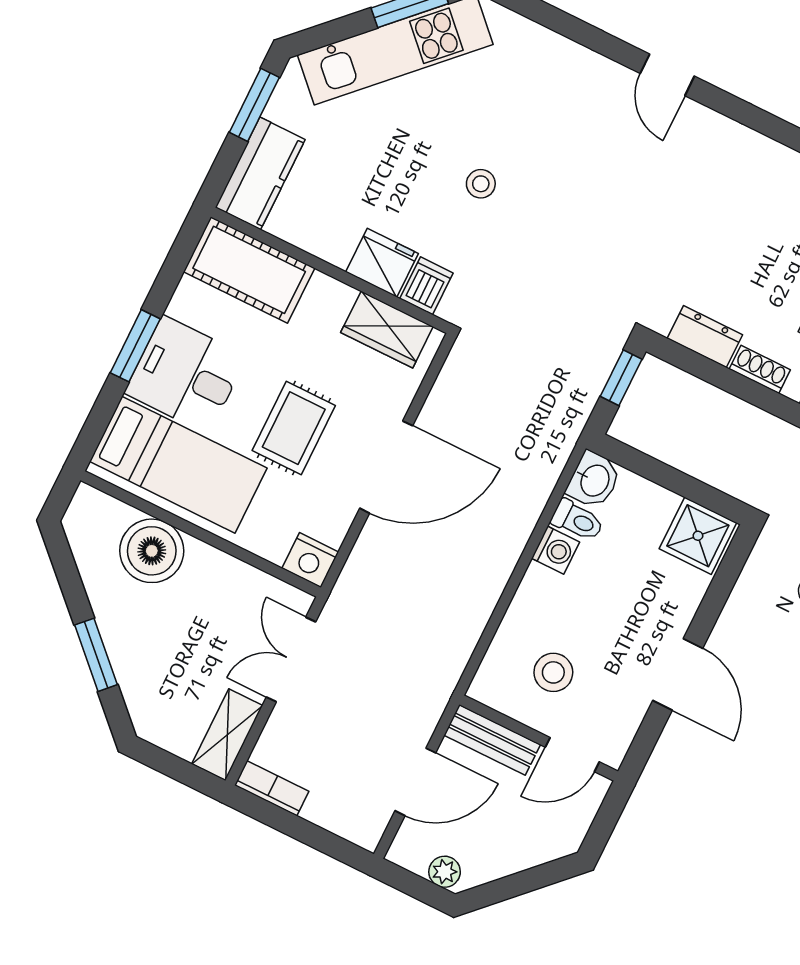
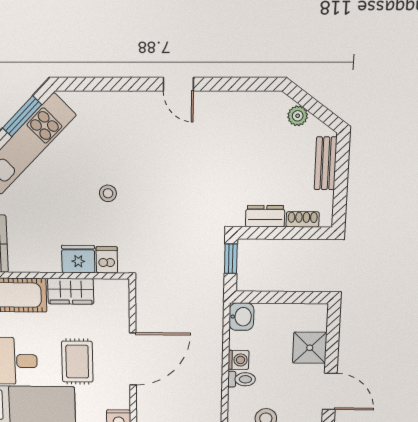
wardrobe: (387, 329) -> (71, 291), moved
toilet: (577, 520) -> (242, 379), moved
shower: (698, 536) -> (310, 348), moved

